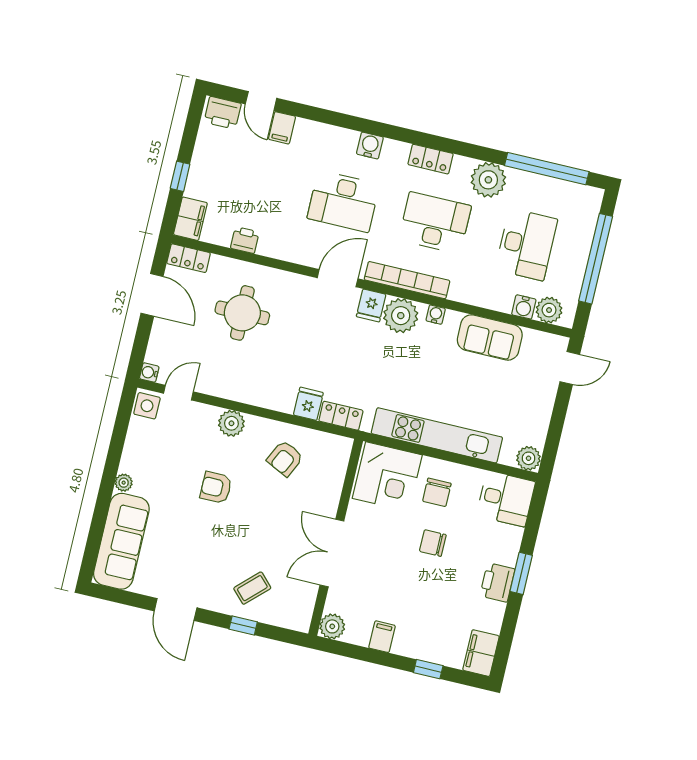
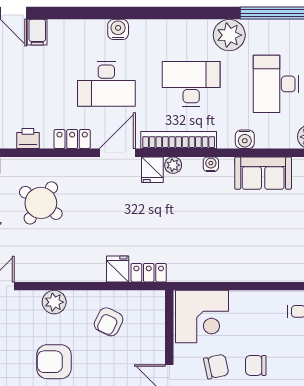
locker: (431, 159) -> (72, 139), moved, turned 180
desk: (526, 245) -> (276, 84), turned 180
water cooler: (524, 307) -> (245, 139), moved
round table: (242, 313) -> (41, 203), turned 35
plant: (401, 316) -> (173, 165), width x0.53, depth x0.53
kitchen unit: (437, 435) -> (237, 270), removed
armchair: (216, 488) -> (54, 362), width x1.38, depth x1.38
chair: (437, 492) -> (216, 367), moved, turned -102

